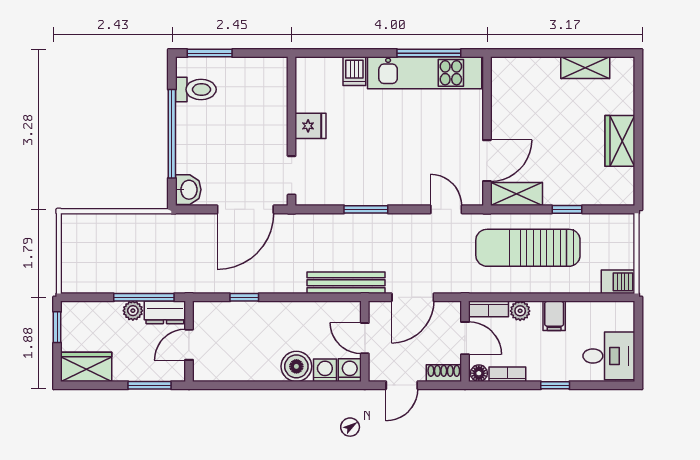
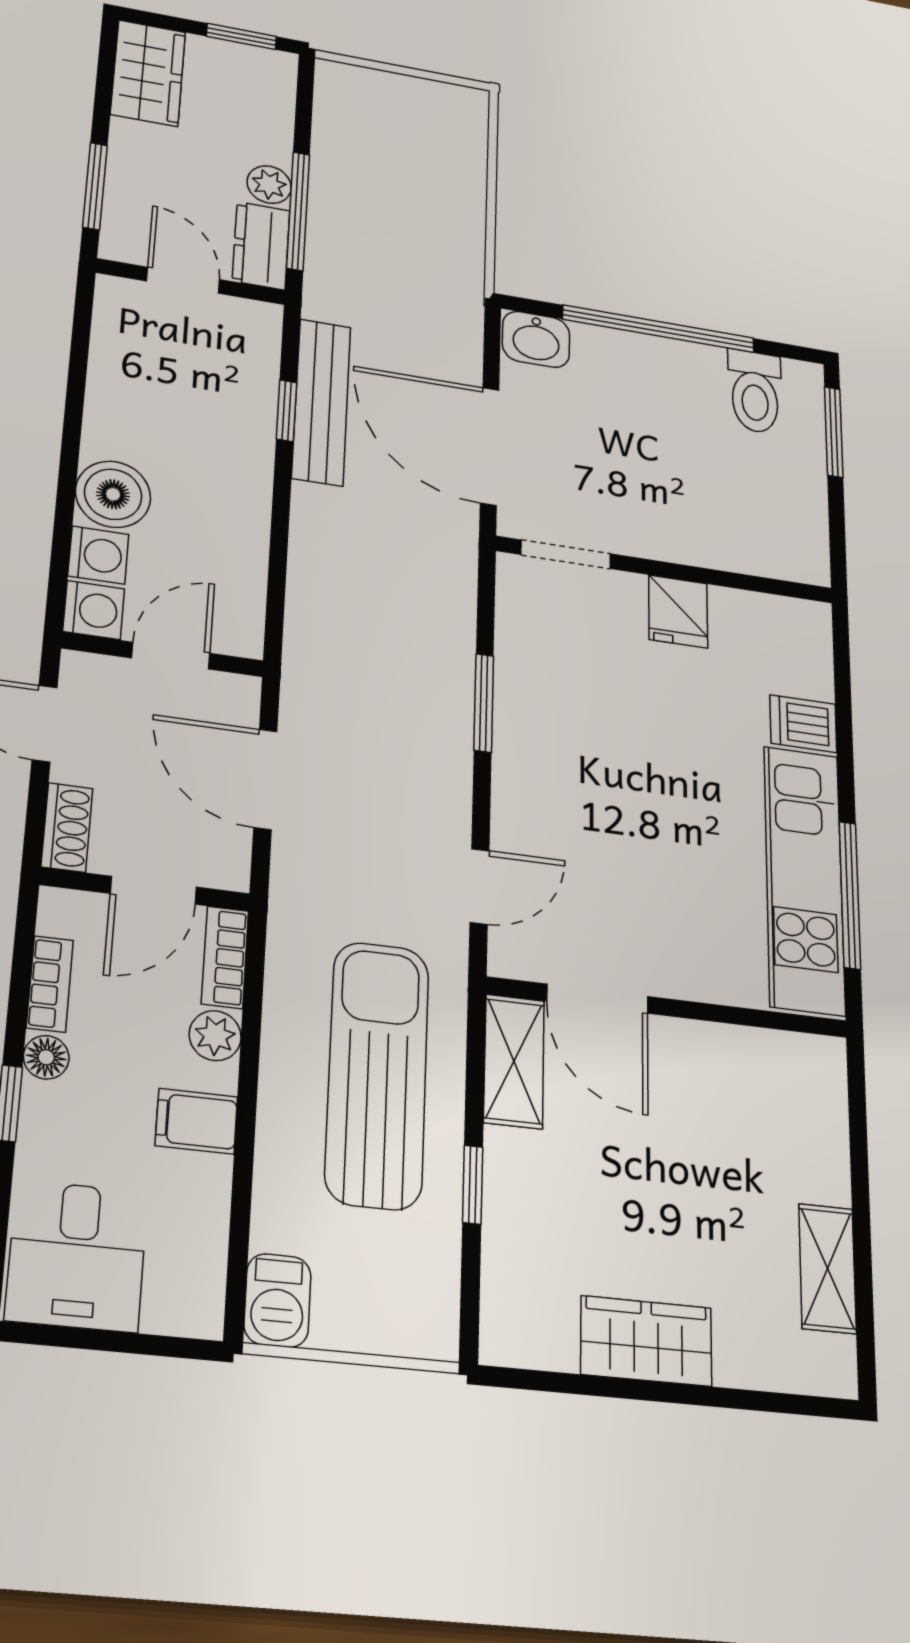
bench: (346, 283) -> (321, 402), moved
floor lamp: (479, 373) -> (46, 1057), moved

